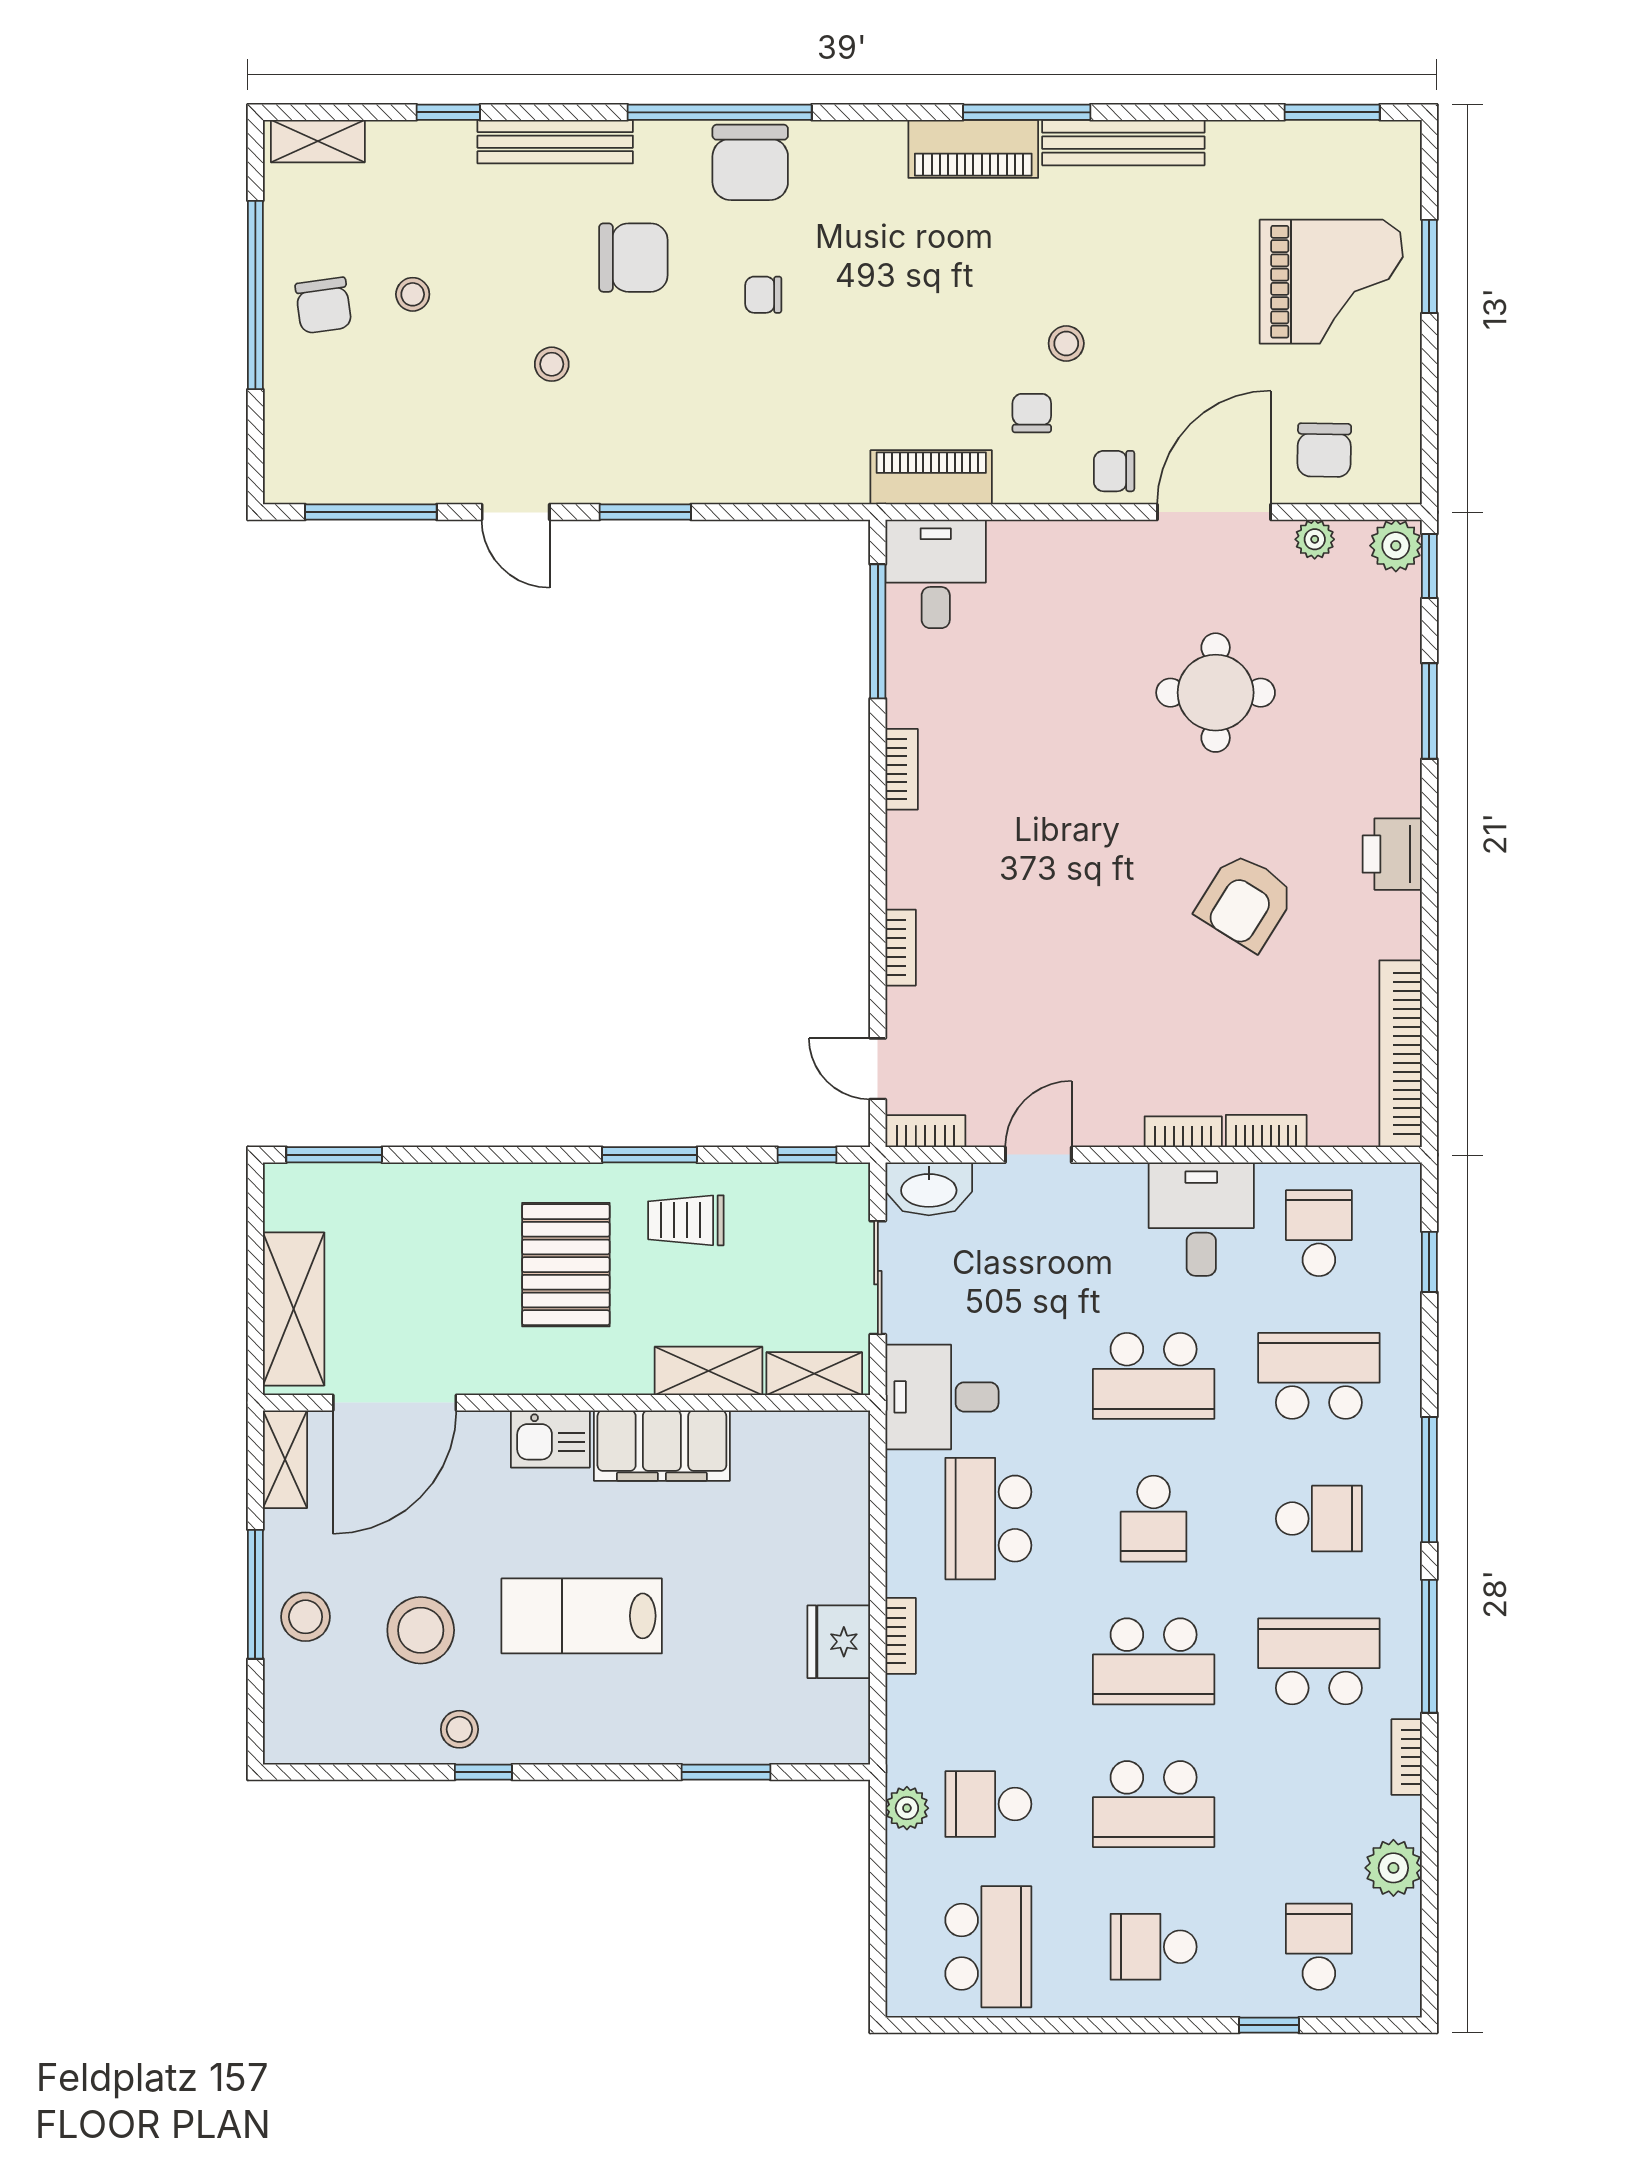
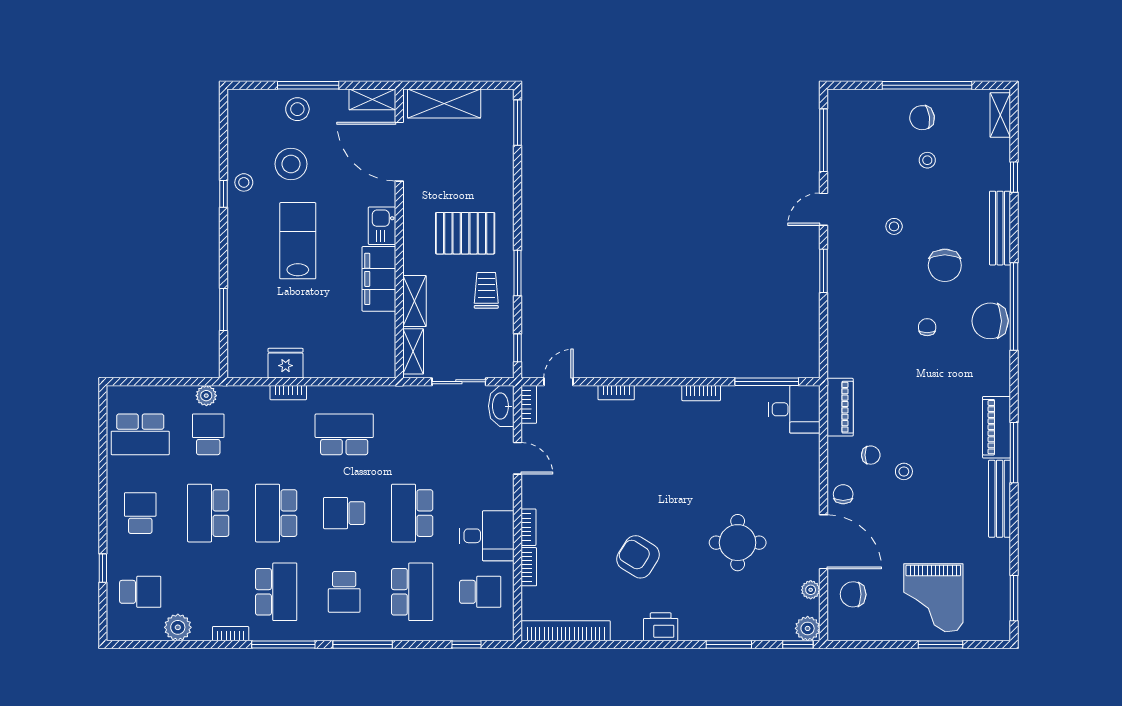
desk: (942, 1397) -> (402, 412), removed

